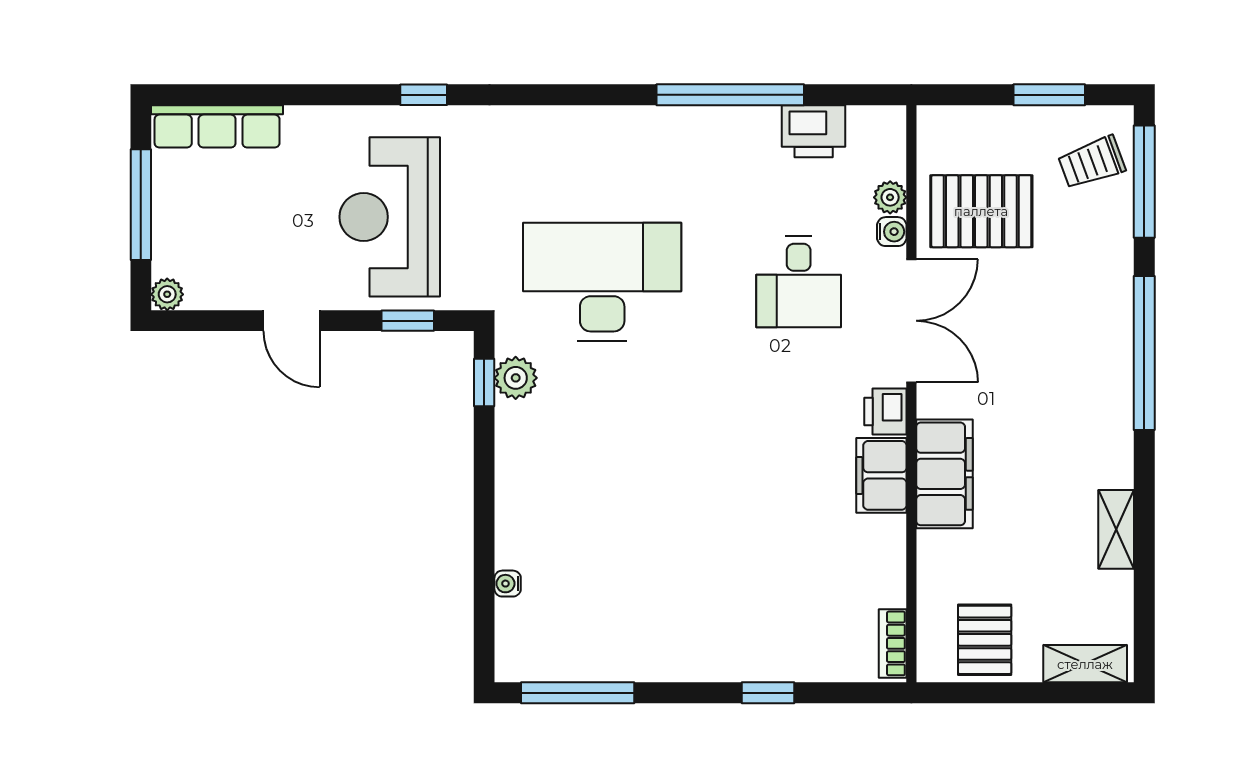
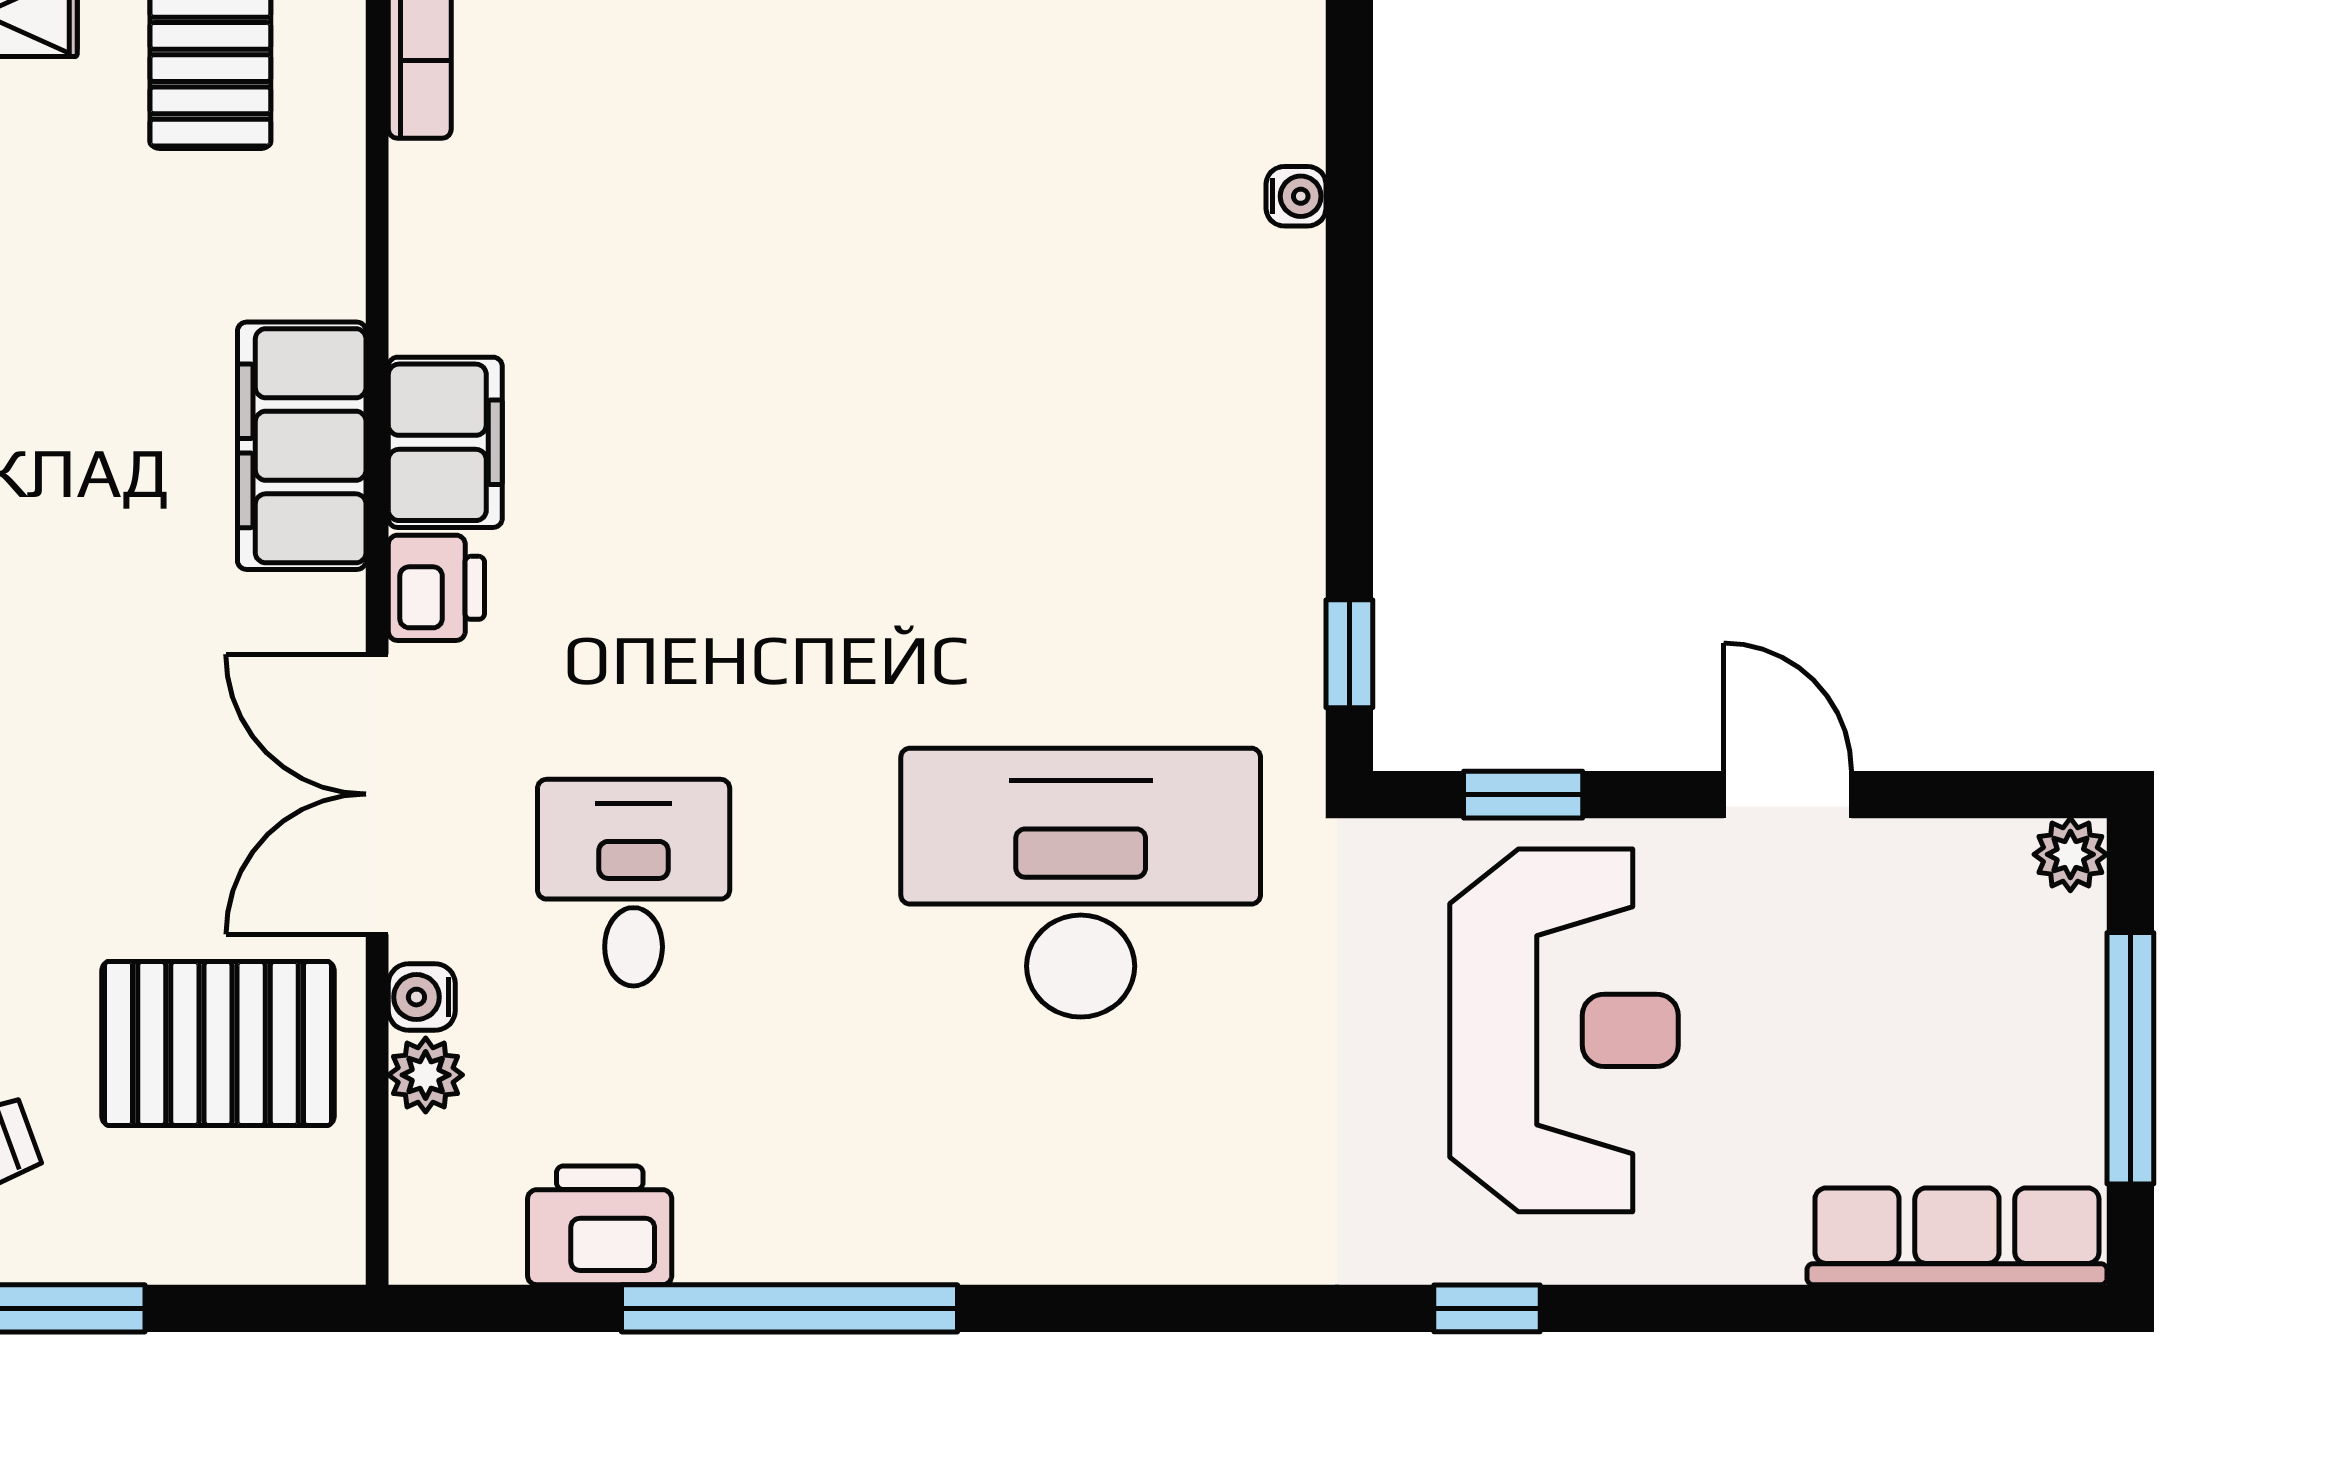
desk: (602, 282) -> (1081, 883), turned 180
plant: (516, 378) -> (1277, 664), removed

